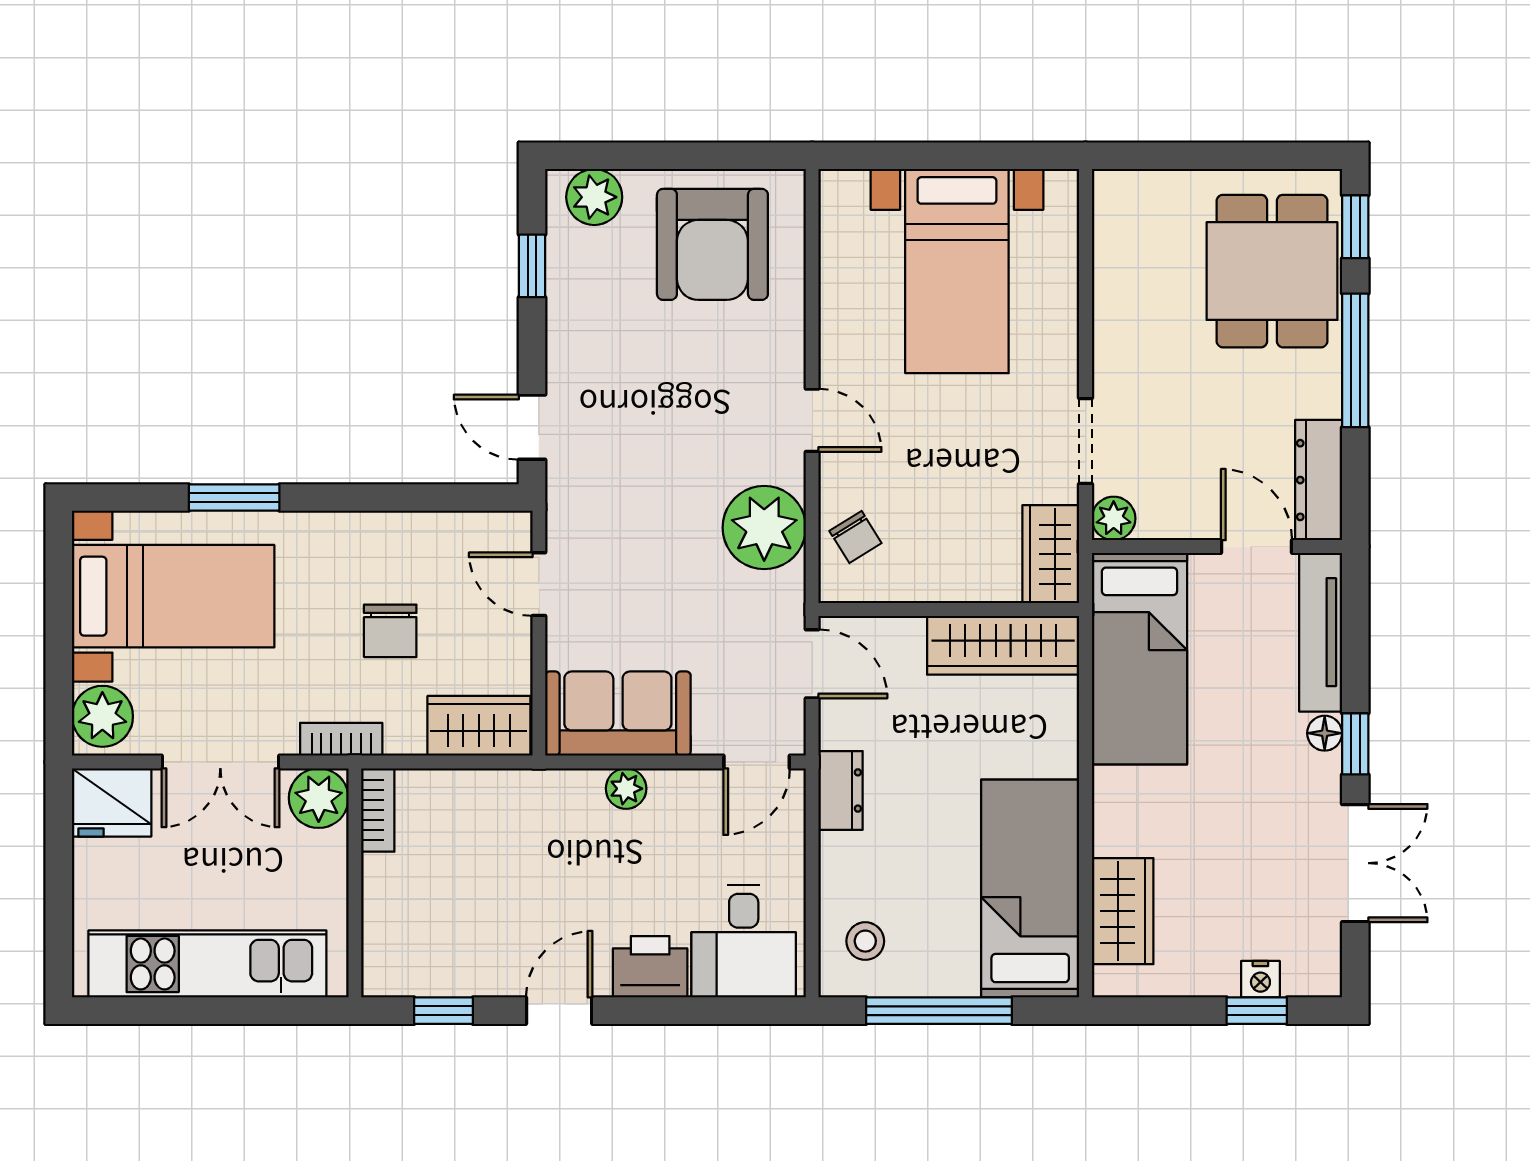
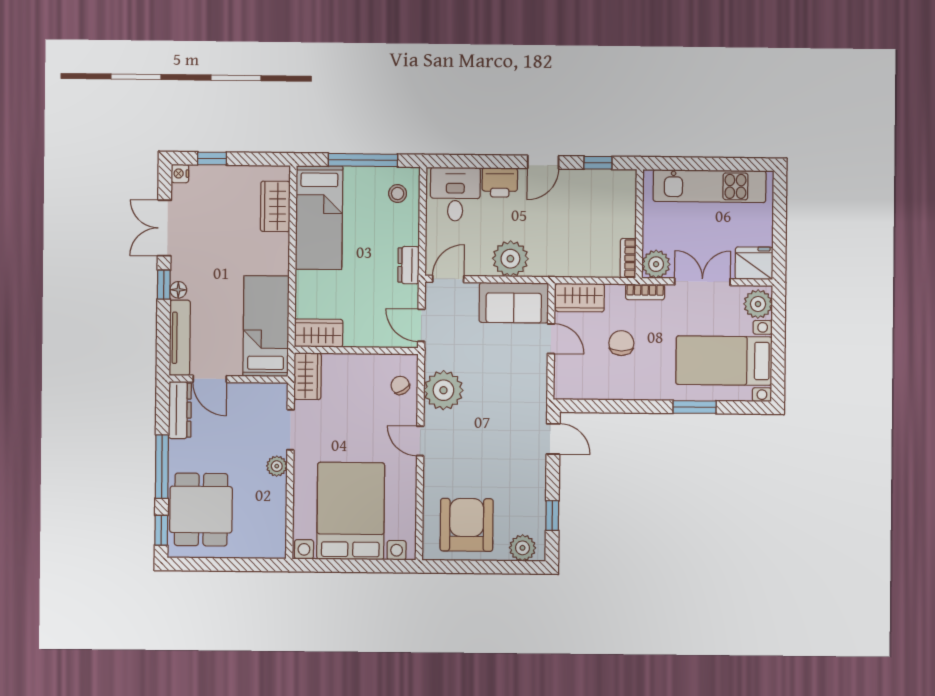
bed with nightstands: (957, 271) -> (351, 511), width x1.36
plant: (1114, 518) -> (277, 466), moved
door: (539, 584) -> (551, 339), moved
wardrobe: (1003, 645) -> (319, 333), width x0.67
plant: (626, 789) -> (510, 259), width x1.88, depth x1.88
nightstand: (1260, 979) -> (180, 174), moved, turned -90

